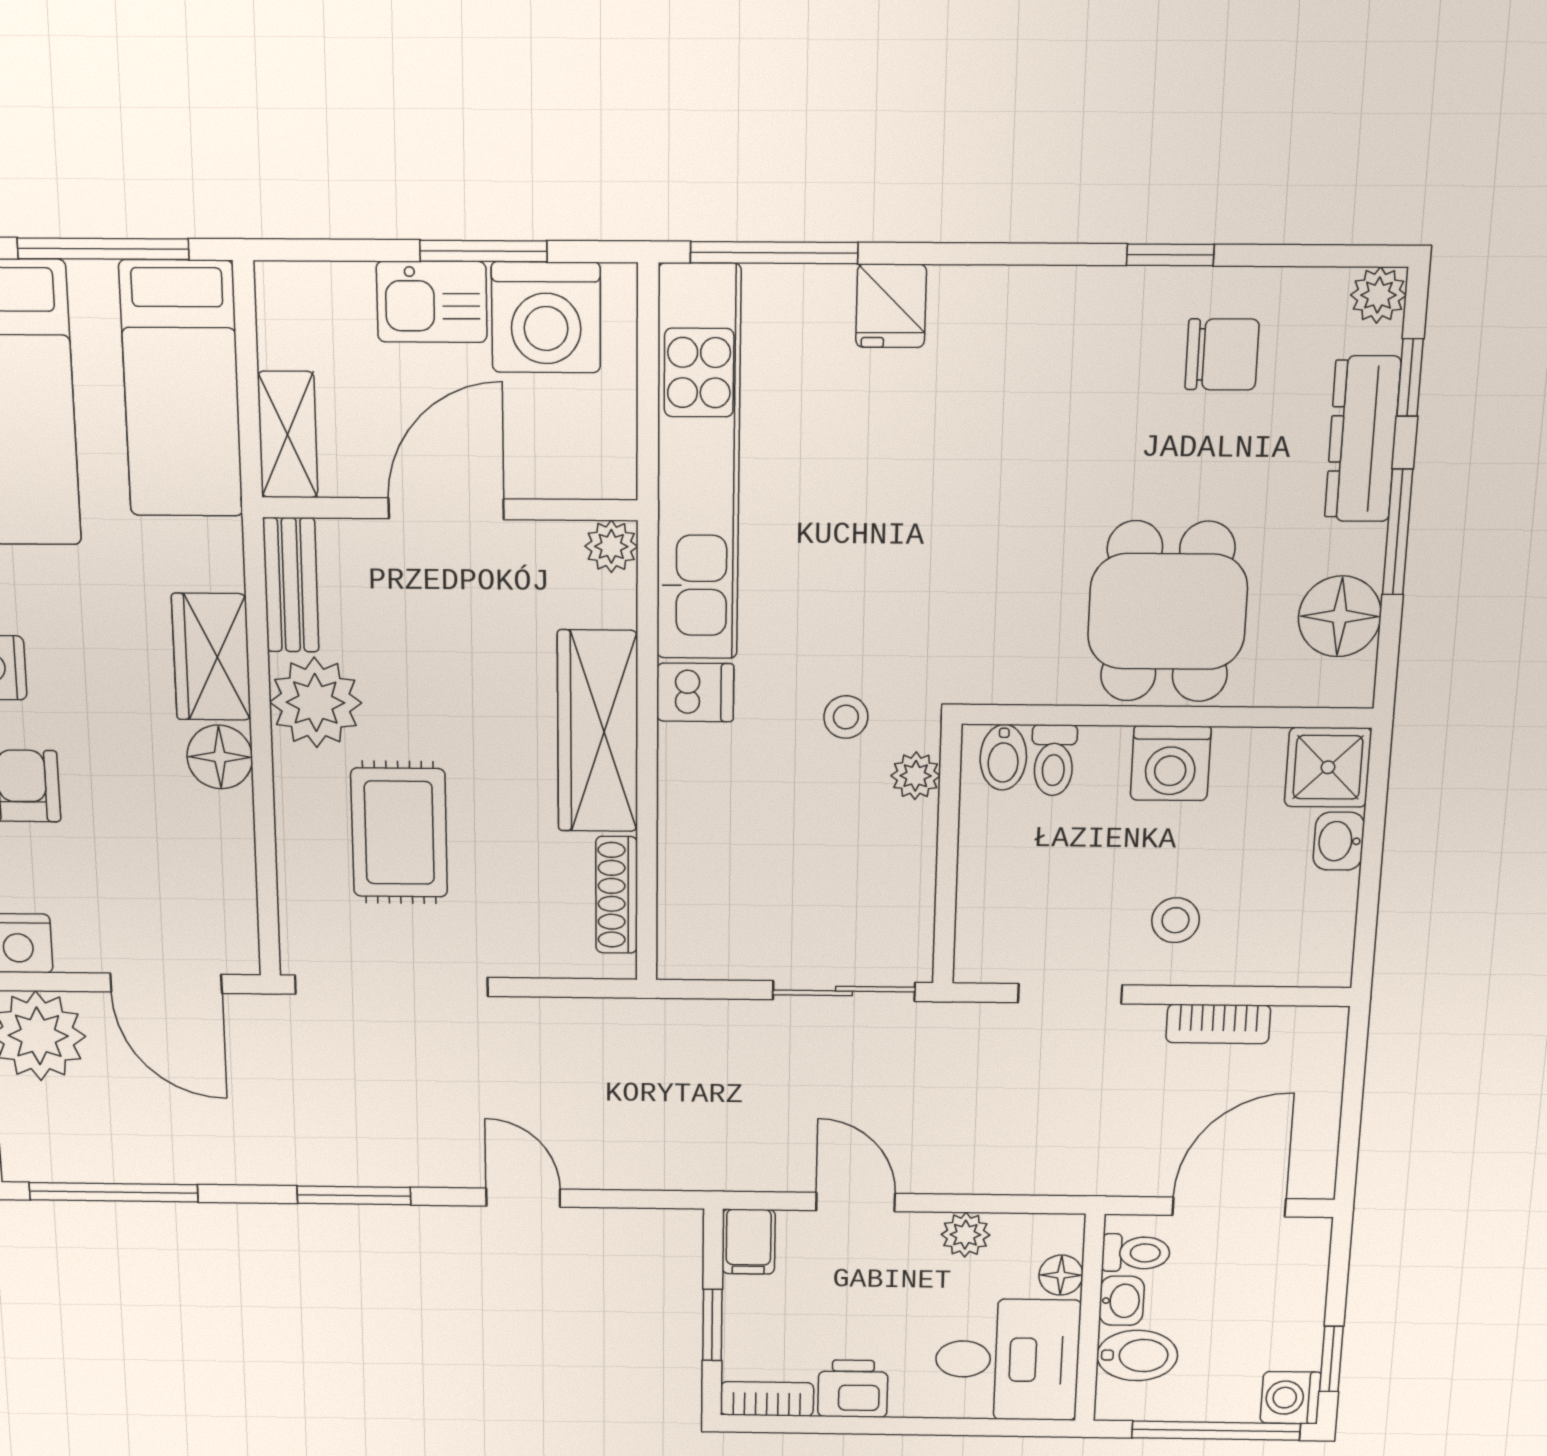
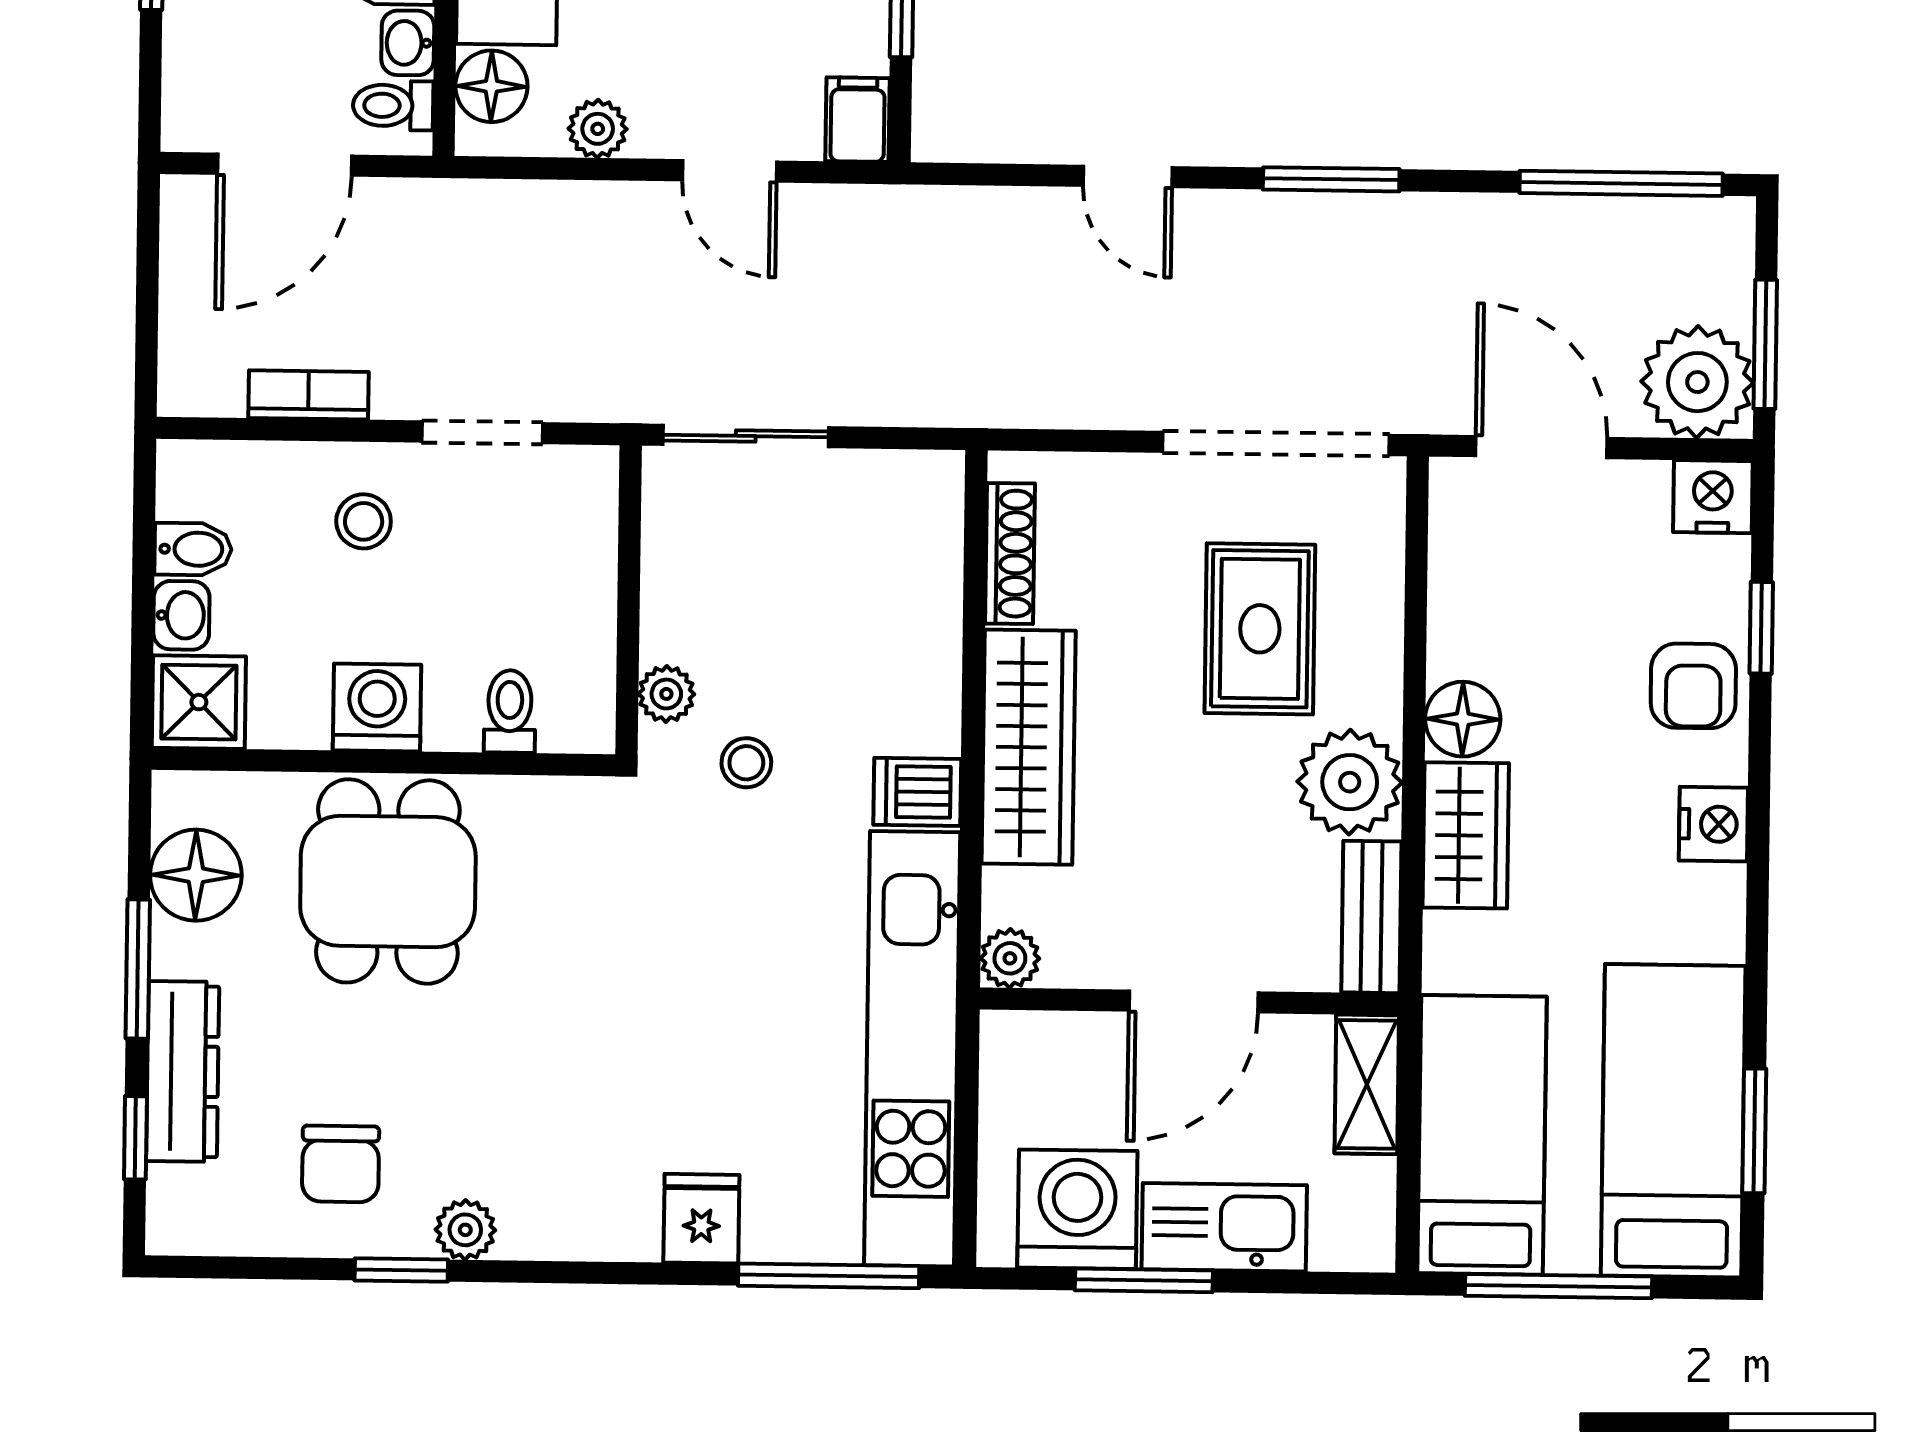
plant: (1378, 295) -> (465, 1230), moved
kitchen sink: (432, 302) -> (1224, 1227), width x1.38
chair: (1222, 354) -> (341, 1164), turned -90
bidet: (1003, 757) -> (193, 549), moved, turned 90
floor lamp: (1061, 1275) -> (491, 86), width x1.37, depth x1.37

